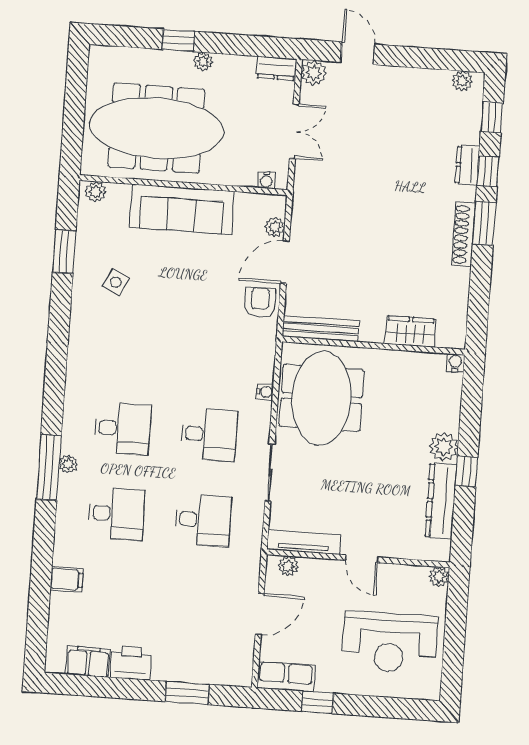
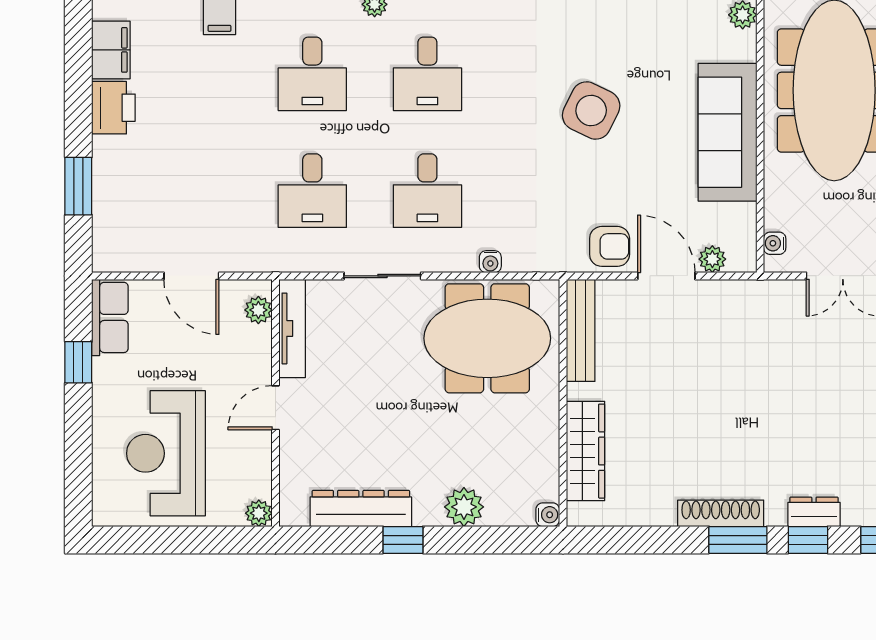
side table: (116, 282) -> (591, 111), moved, width x1.87, depth x1.87
wardrobe: (410, 331) -> (585, 451), width x1.50
plant: (444, 447) -> (464, 507), moved

